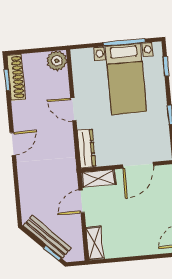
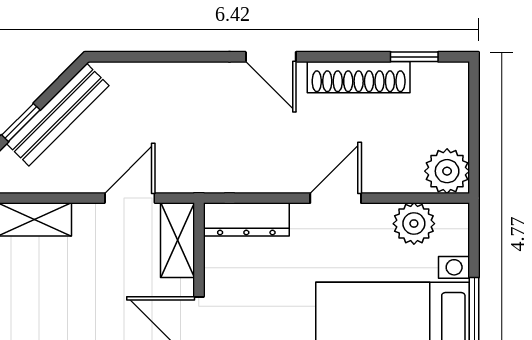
plant: (82, 73) -> (414, 224), added
shoe rack: (16, 77) -> (359, 77), moved
door: (82, 201) -> (130, 198), hinge flipped

